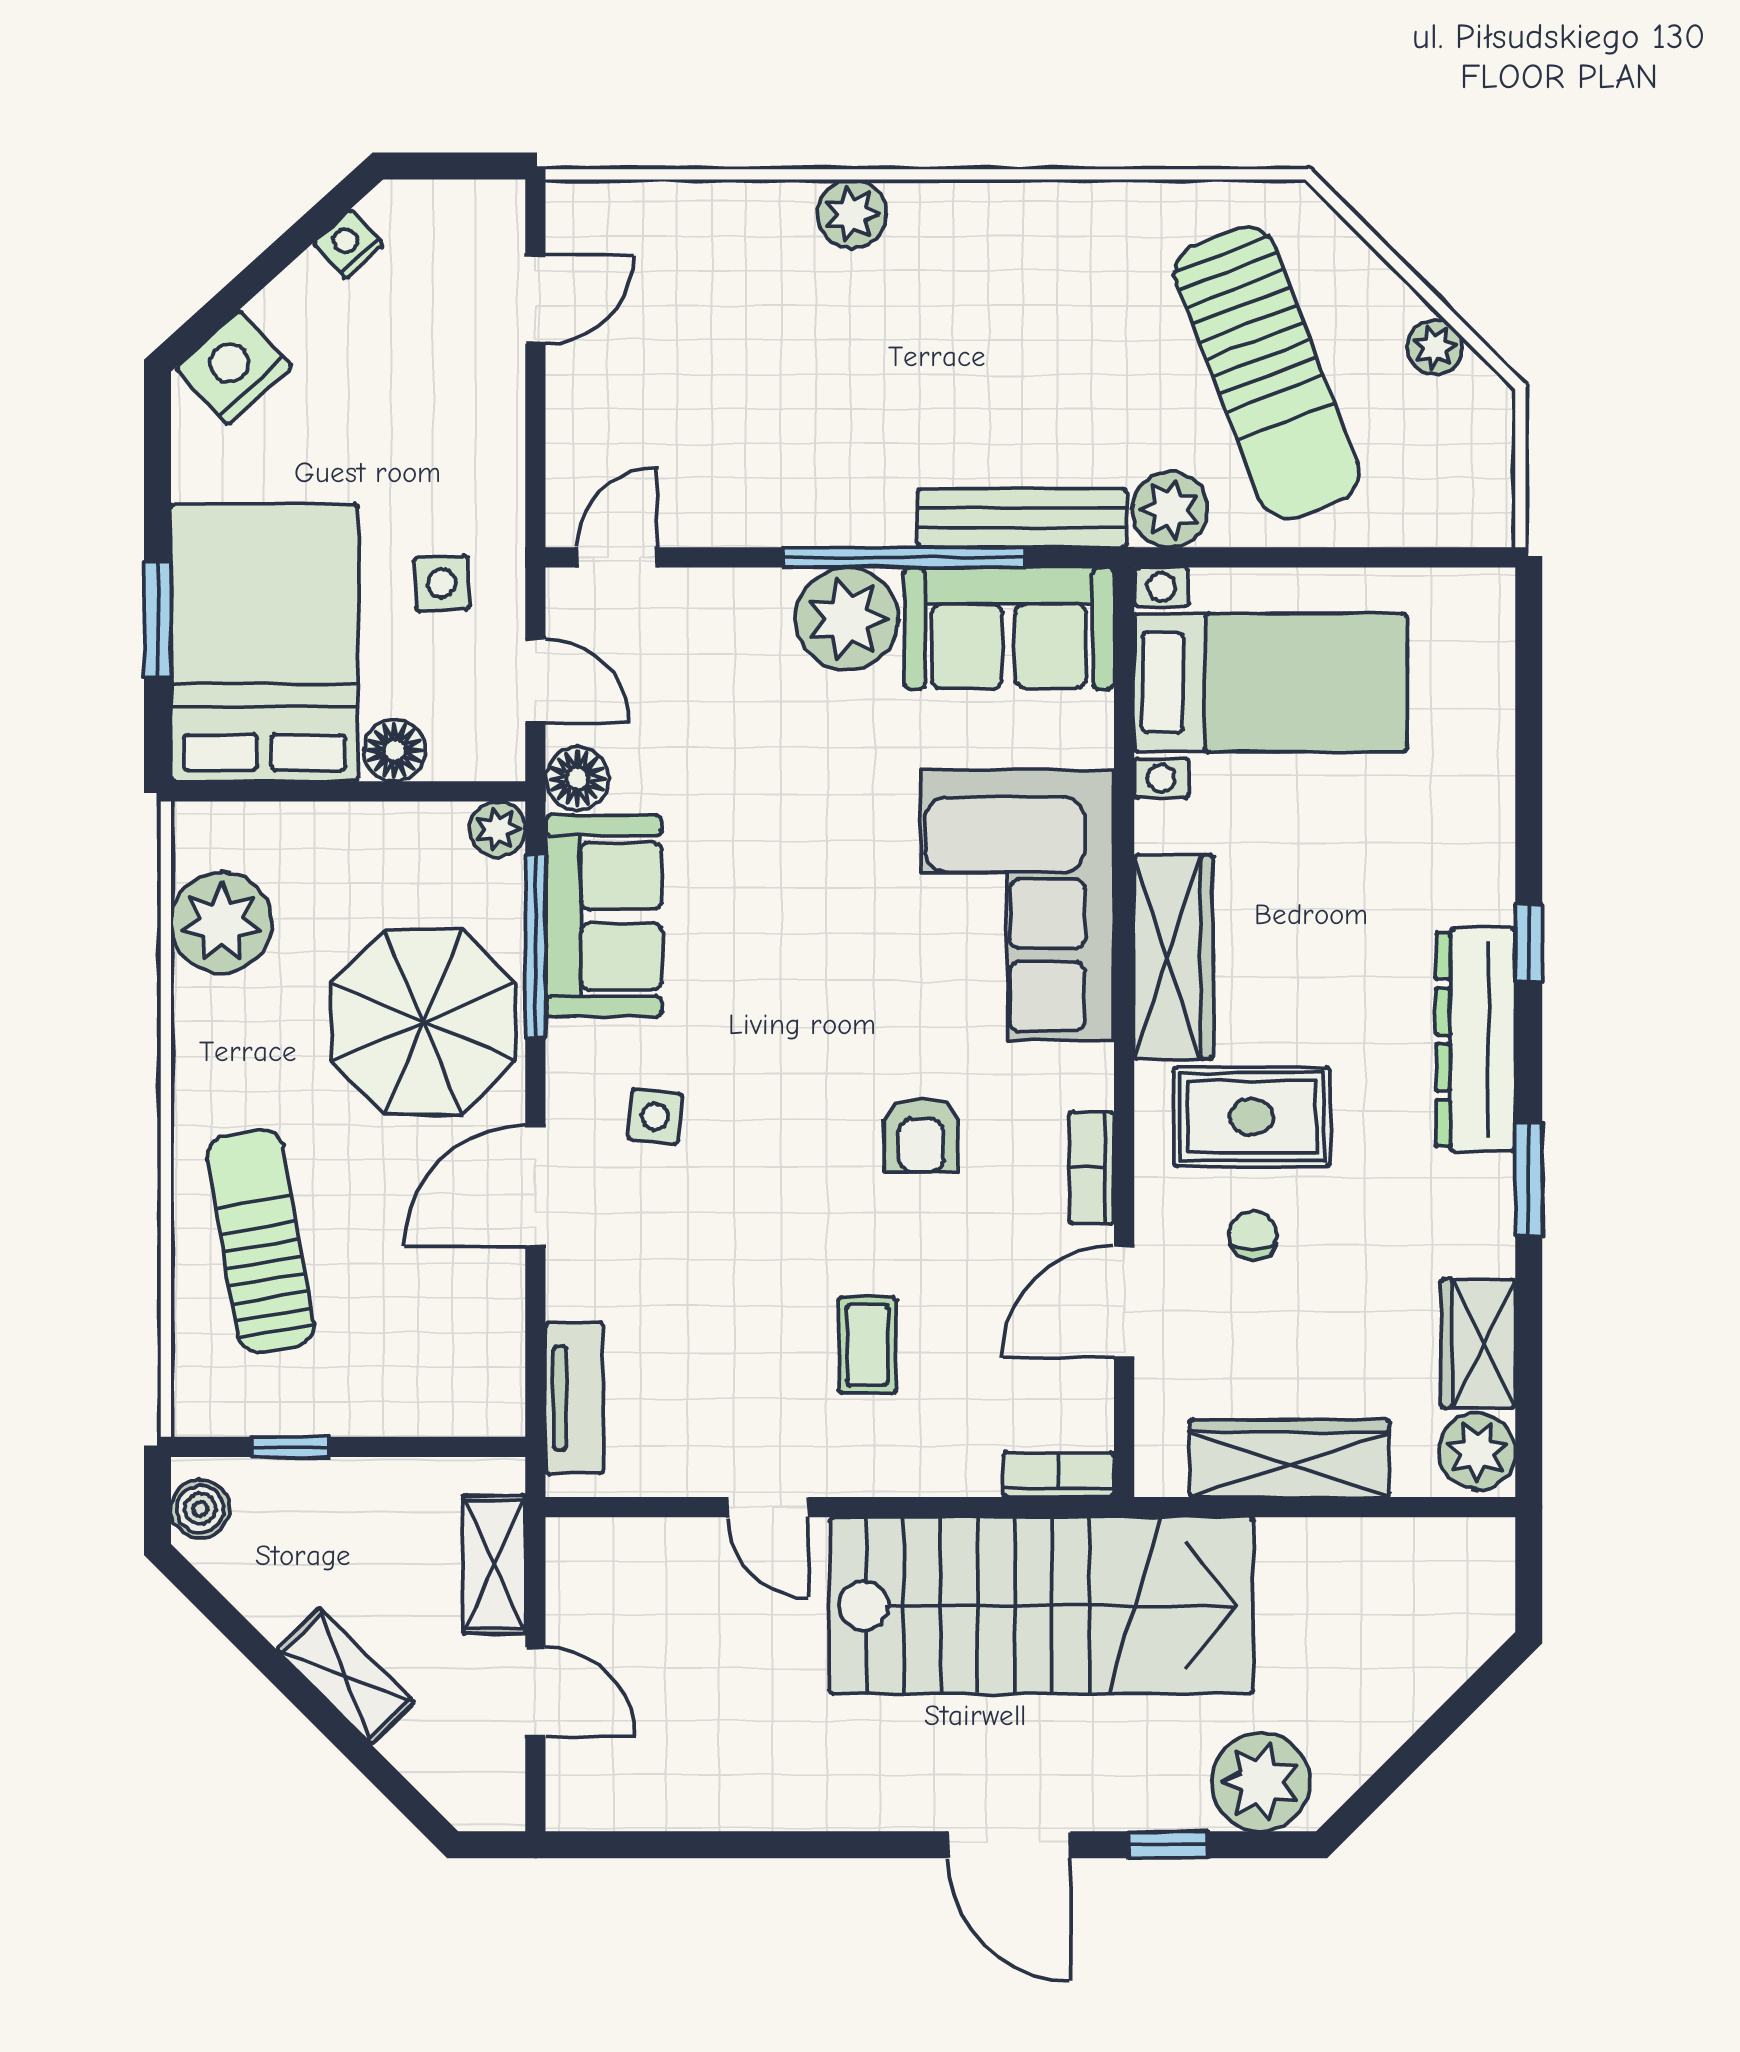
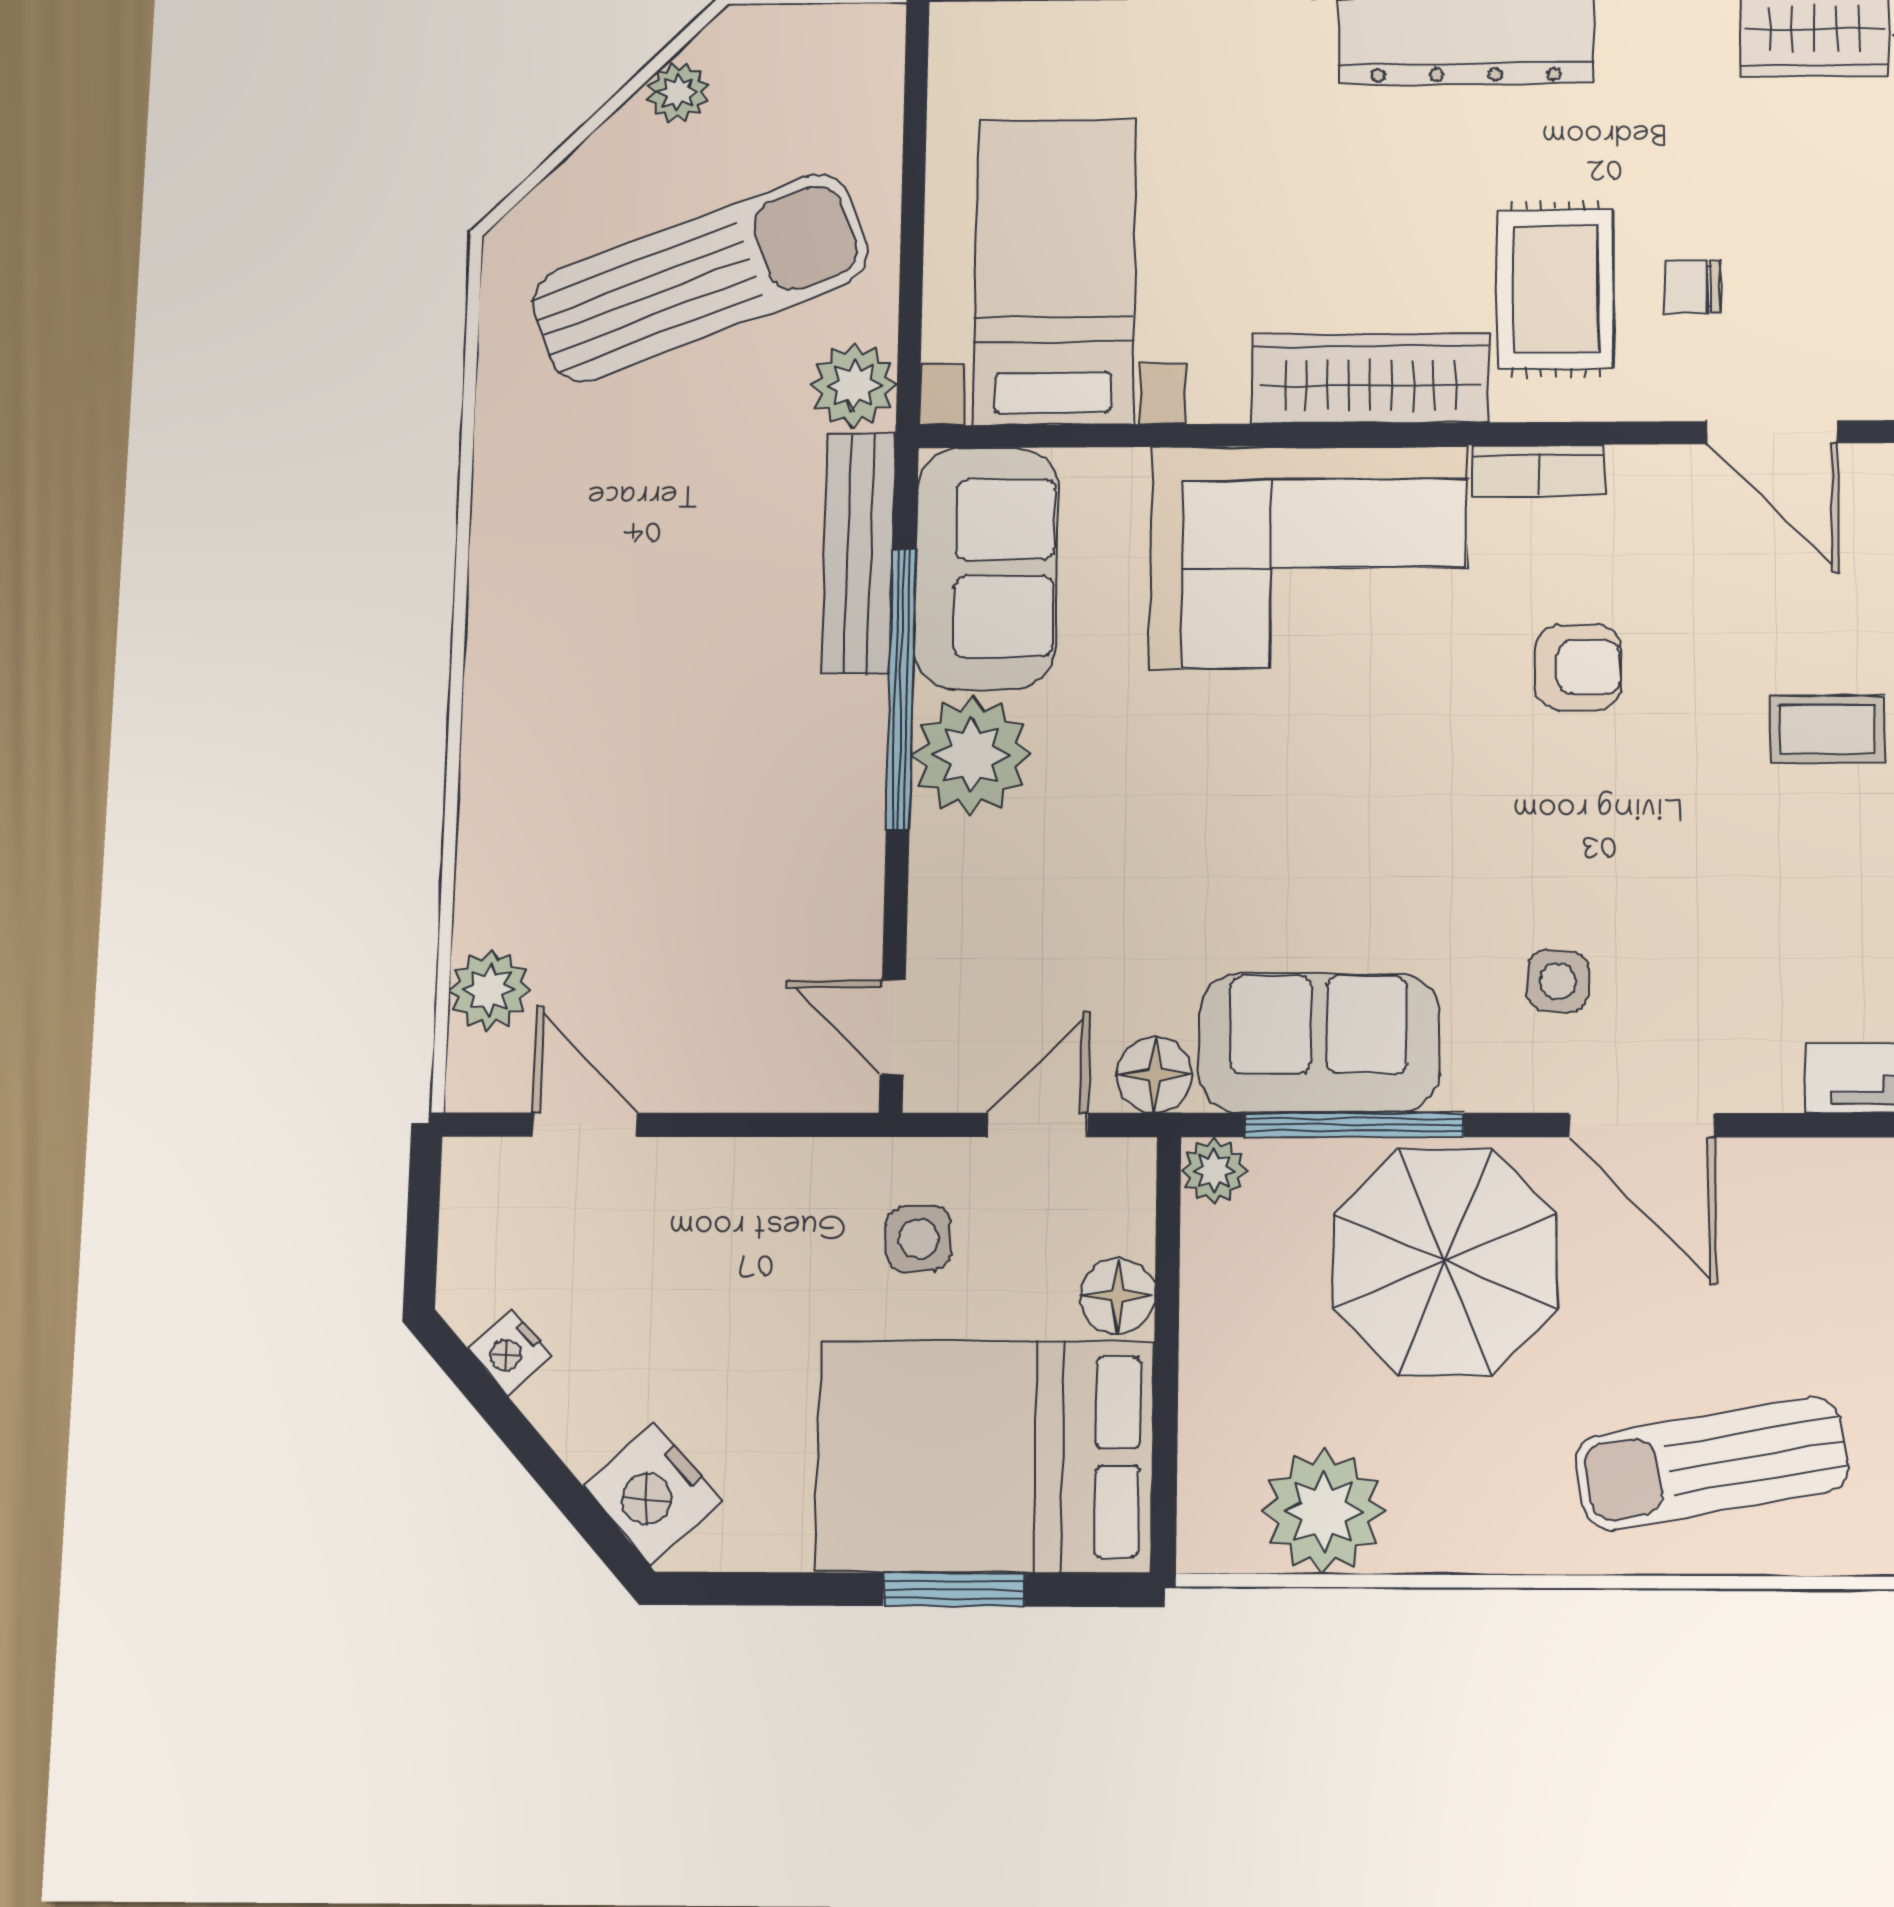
plant: (852, 214) -> (489, 990), moved
bookcase: (1092, 1168) -> (1539, 471), moved

